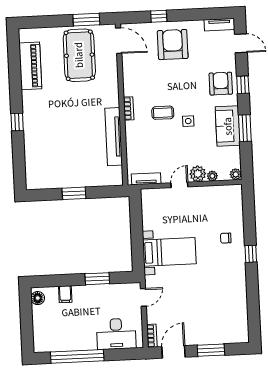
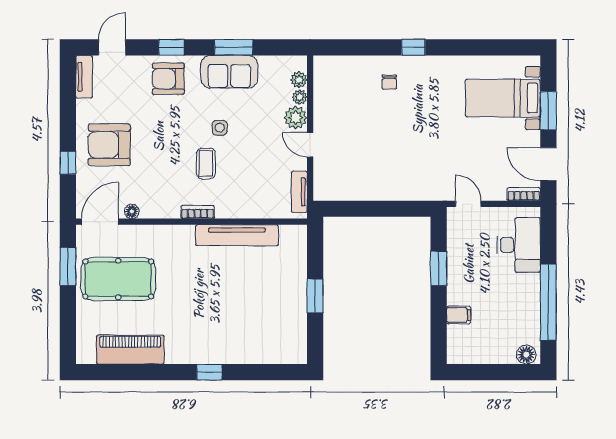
floor lamp: (127, 62) -> (132, 211), added
plant: (236, 174) -> (299, 80), moved
bed with nightstands: (169, 252) -> (503, 98), moved, turned -90
floor lamp: (38, 298) -> (526, 355), moved

